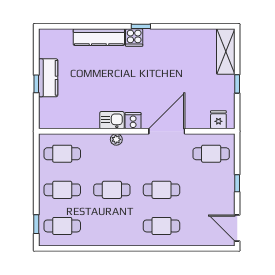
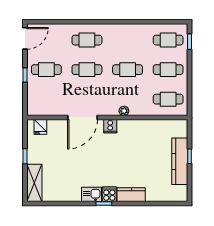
kitchen counter: (99, 37) -> (131, 195), width x0.67
kitchen counter: (48, 78) -> (180, 161), width x1.50
kitchen sink: (112, 120) -> (92, 194), moved, turned 180
cafe table: (211, 154) -> (46, 70), moved
door: (237, 228) -> (25, 38), hinge flipped

